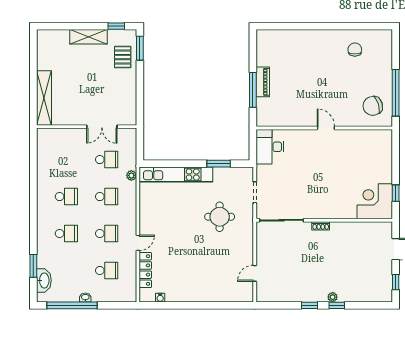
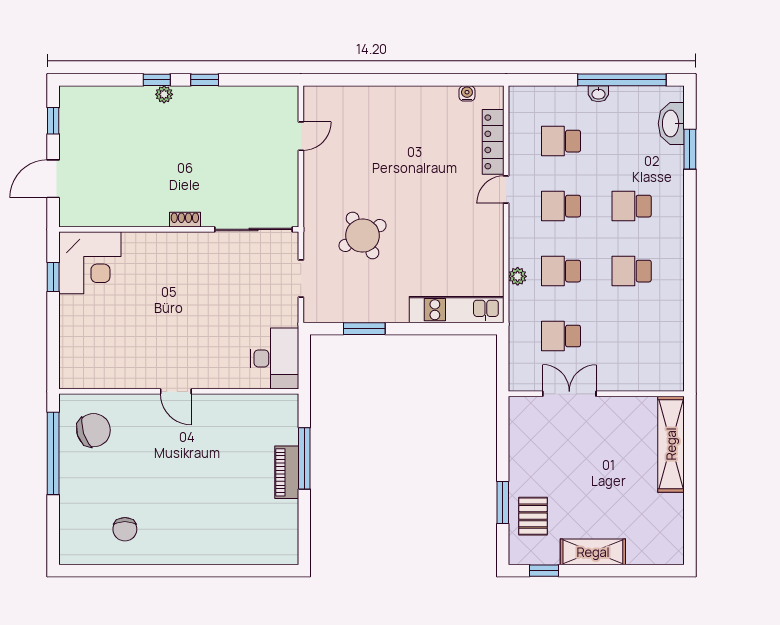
window: (140, 48) -> (503, 502), moved
plant: (131, 175) -> (518, 276), moved
kitchen unit: (176, 175) -> (457, 310), width x0.73
round table: (220, 217) -> (363, 236), turned -30

